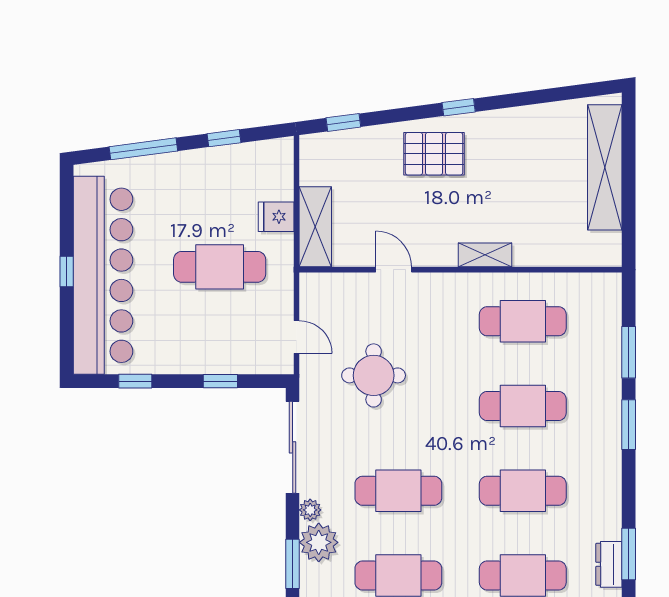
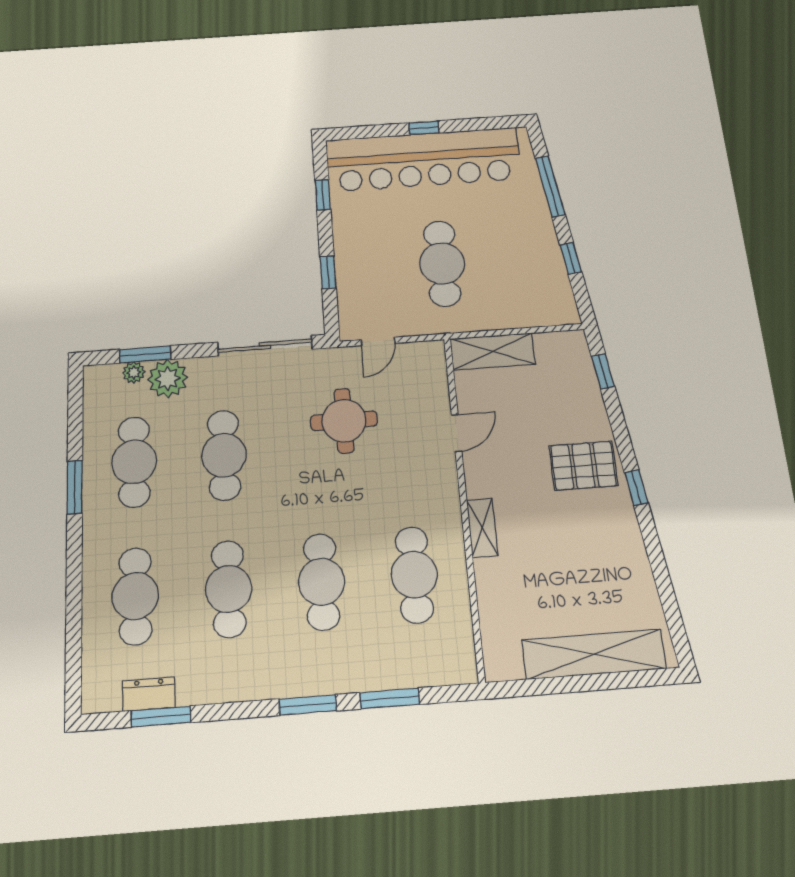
pallet: (434, 154) -> (583, 466), turned 90
fridge: (276, 217) -> (498, 313), removed
plant: (310, 510) -> (134, 372), moved

